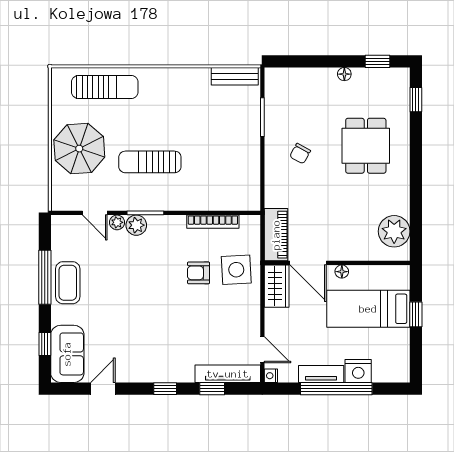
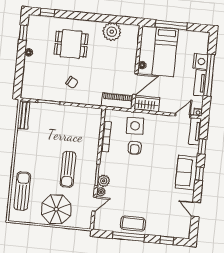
plant: (394, 231) -> (112, 32), moved
window: (416, 314) -> (171, 25), width x2.17
sofa: (67, 354) -> (186, 172), moved, turned -90
tv unit: (228, 374) -> (195, 131), width x0.71

